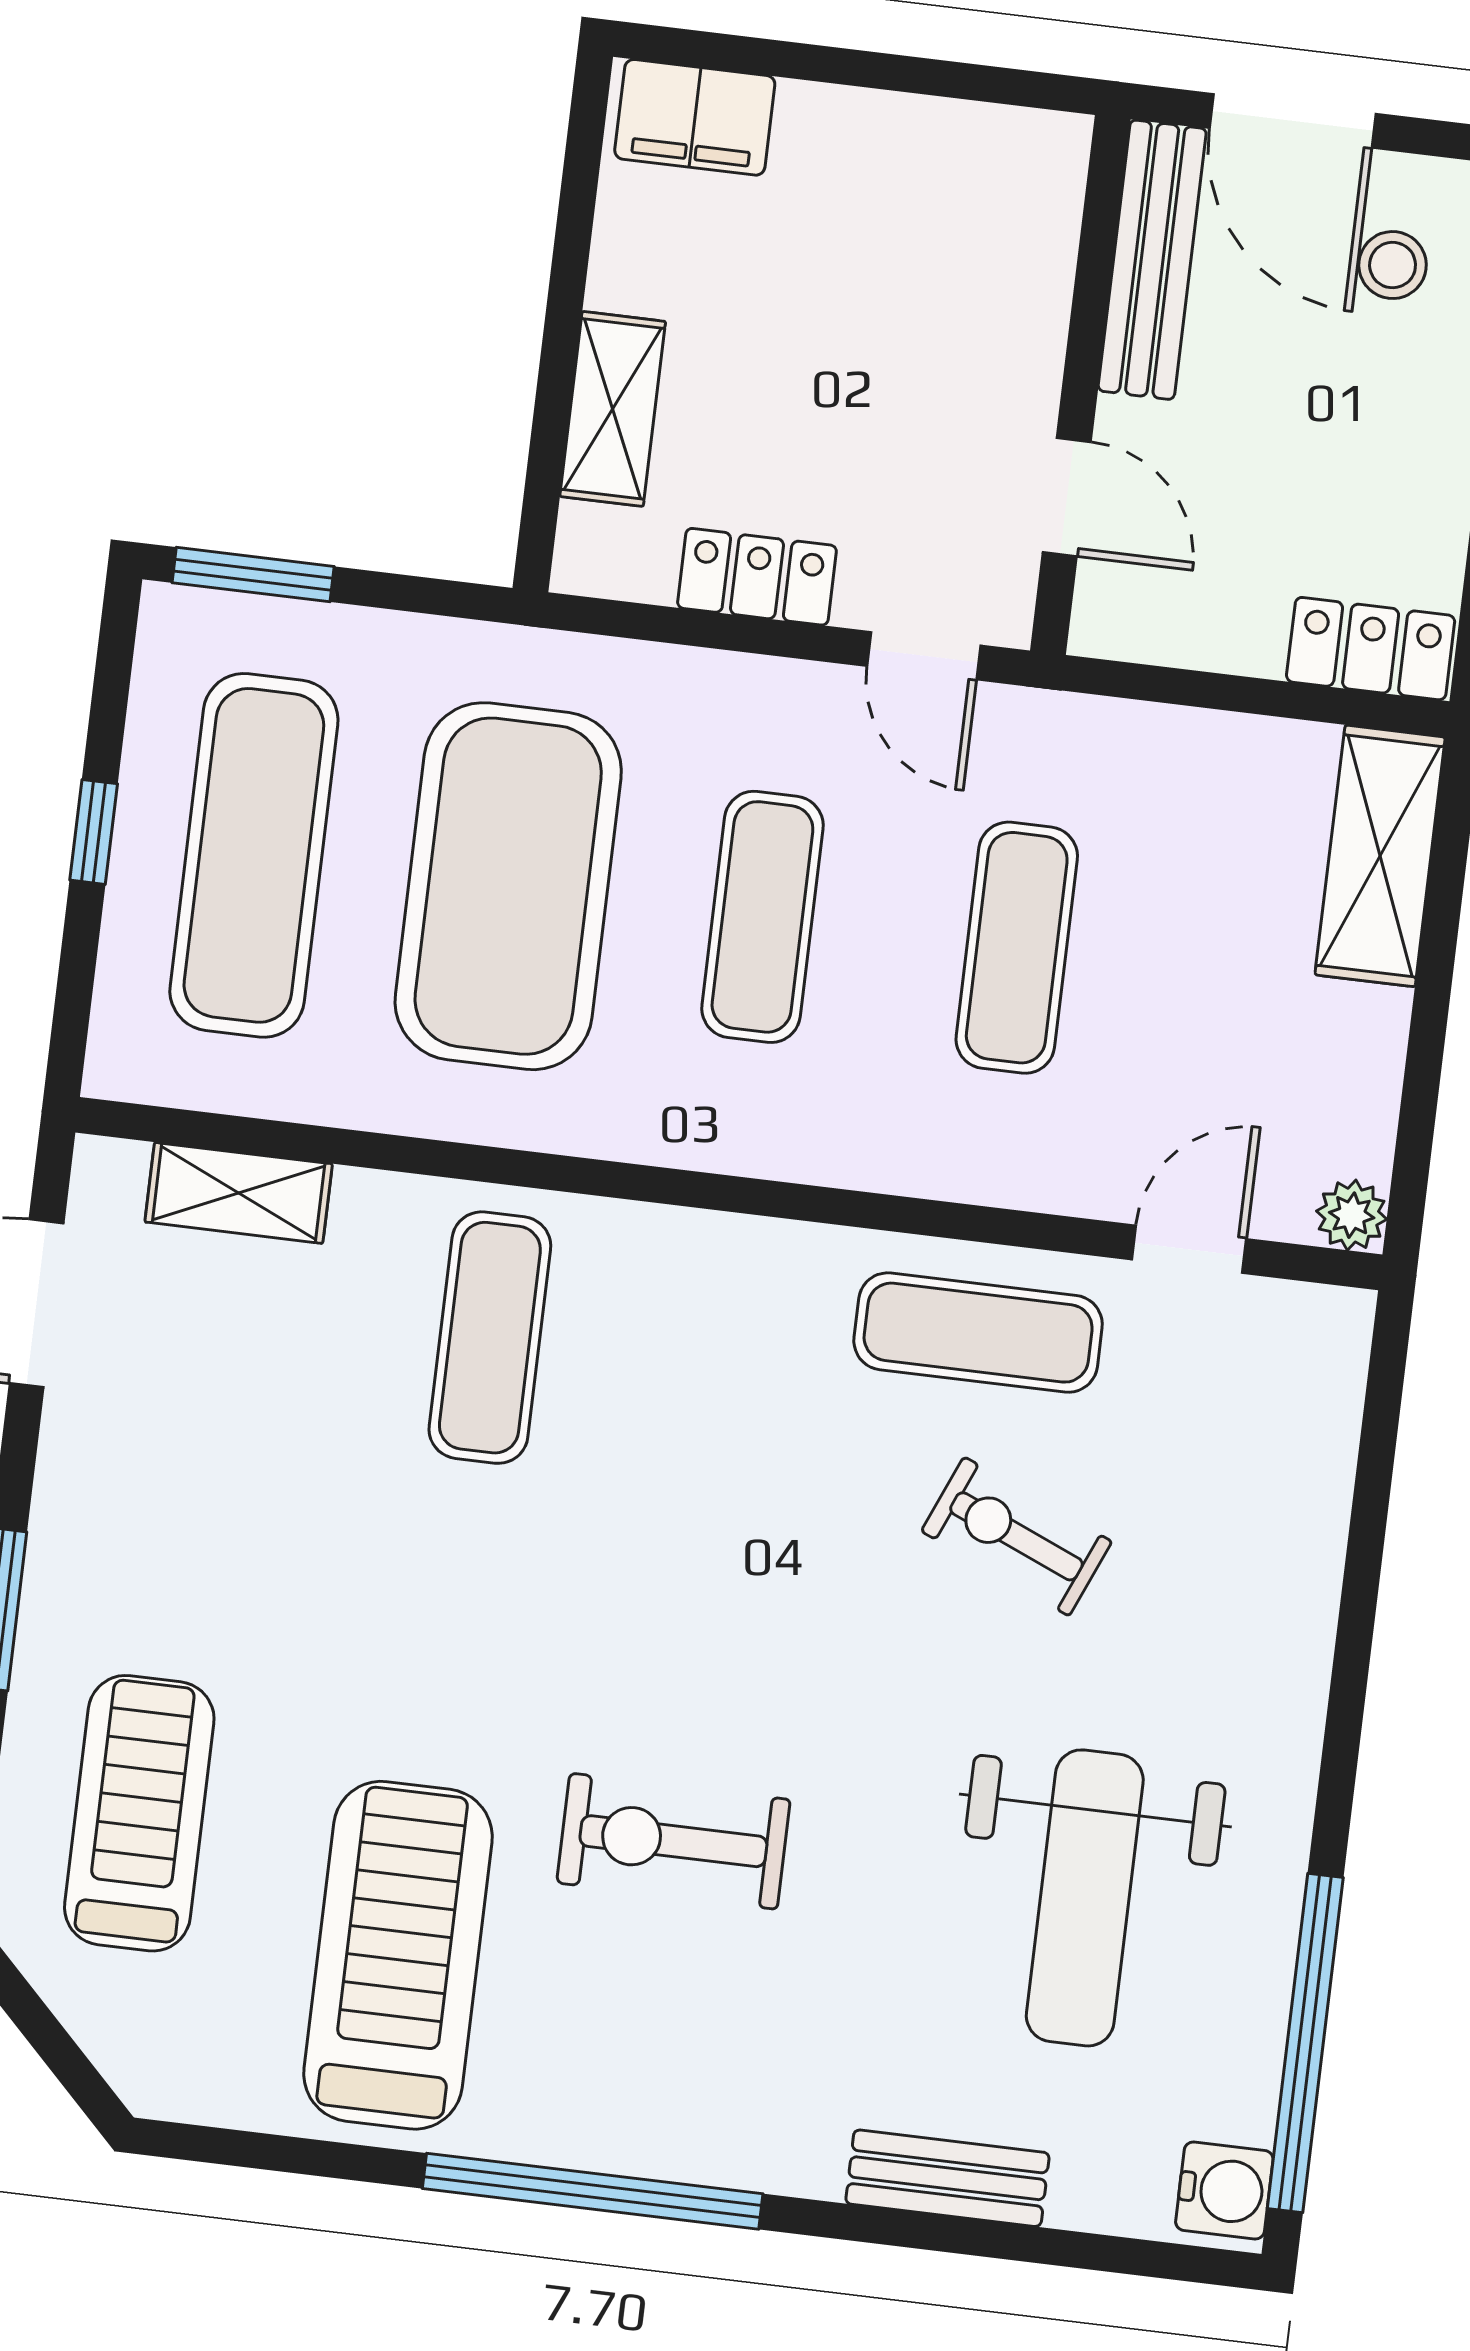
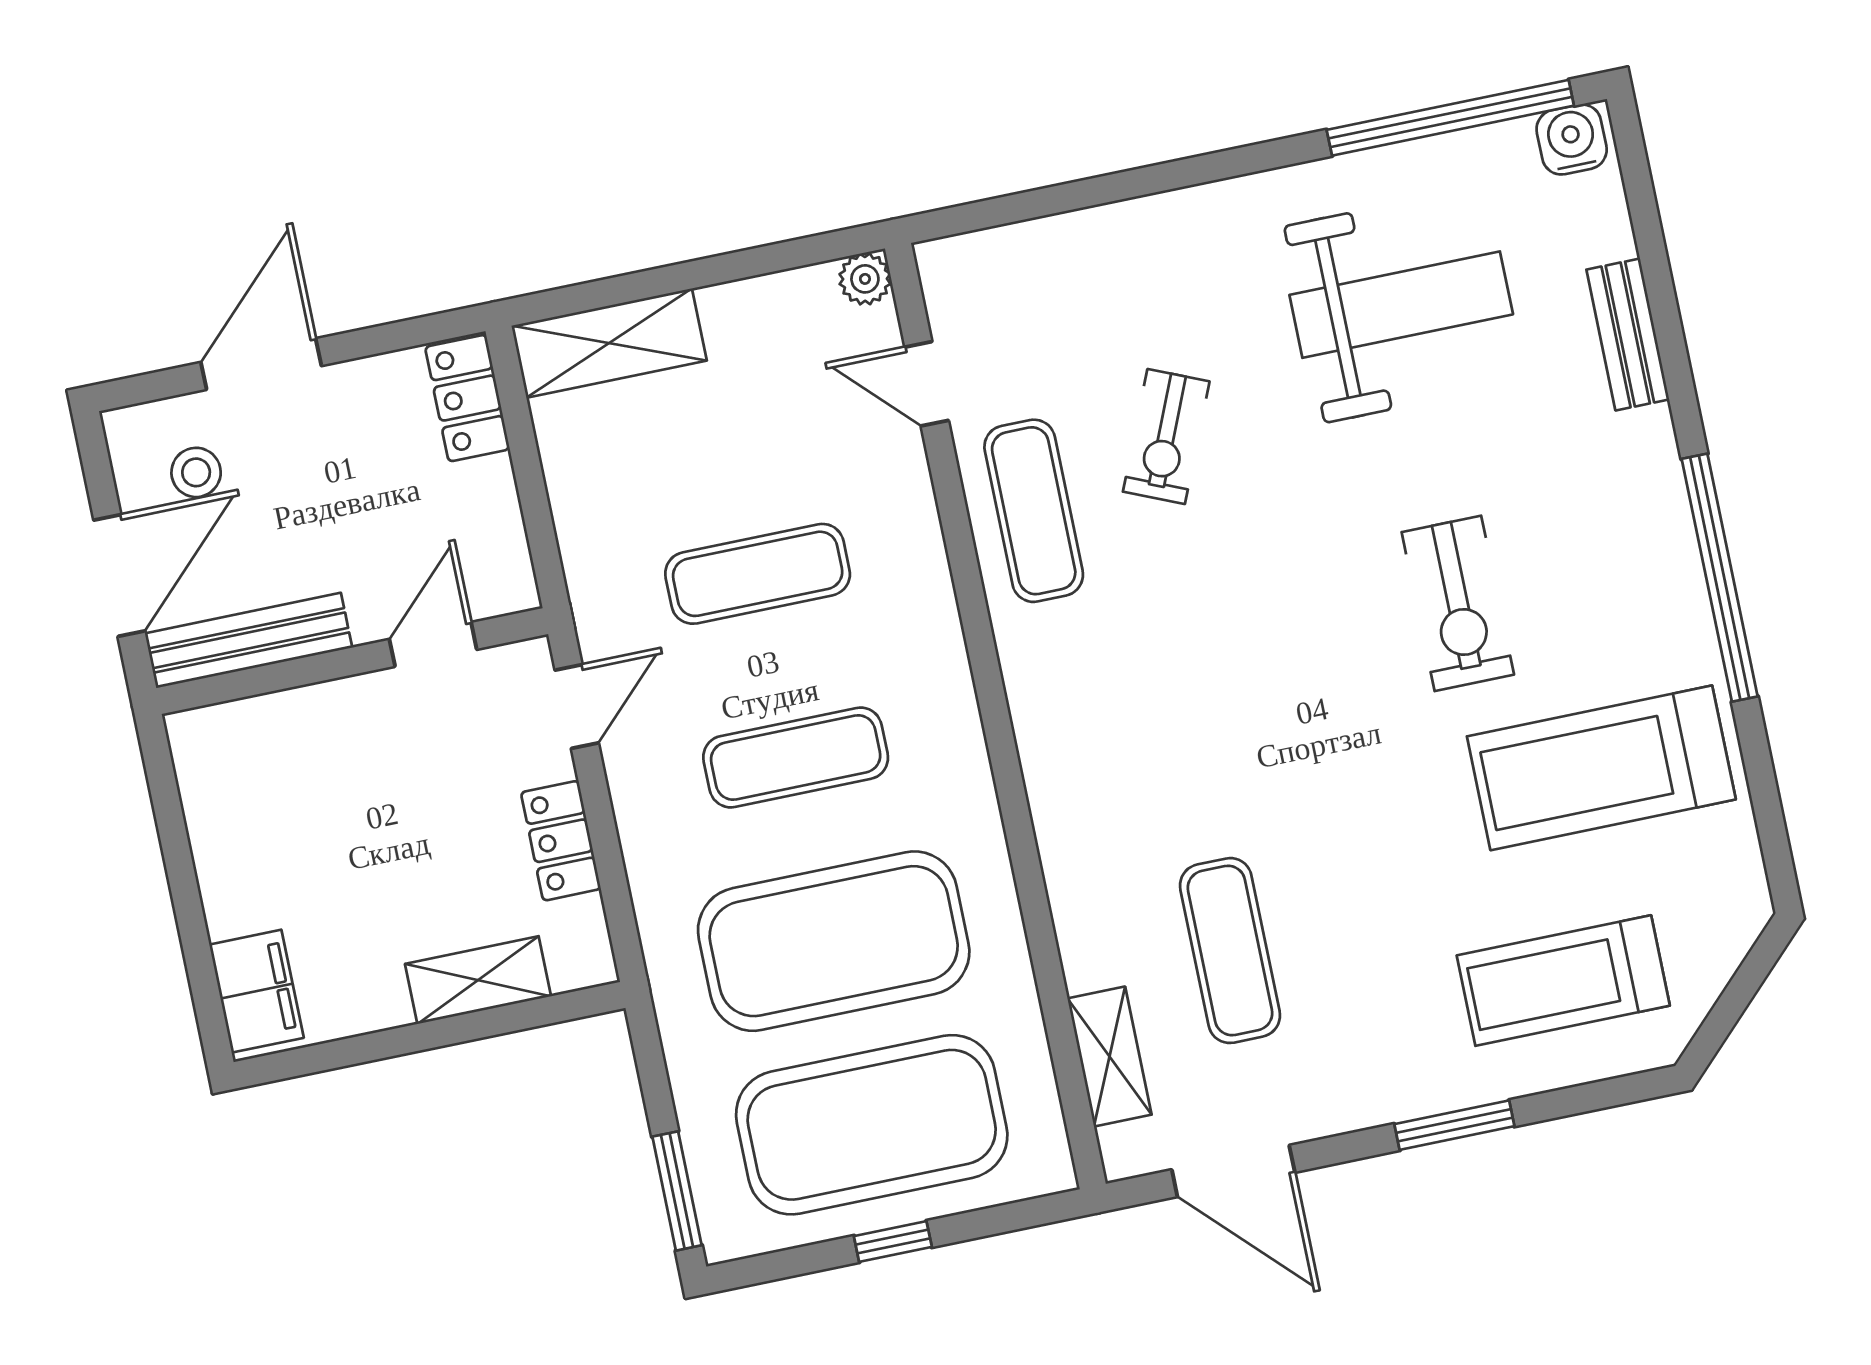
exercise mat: (254, 855) -> (872, 1125), width x1.47
exercise mat: (490, 1338) -> (1230, 951), moved, turned 90

